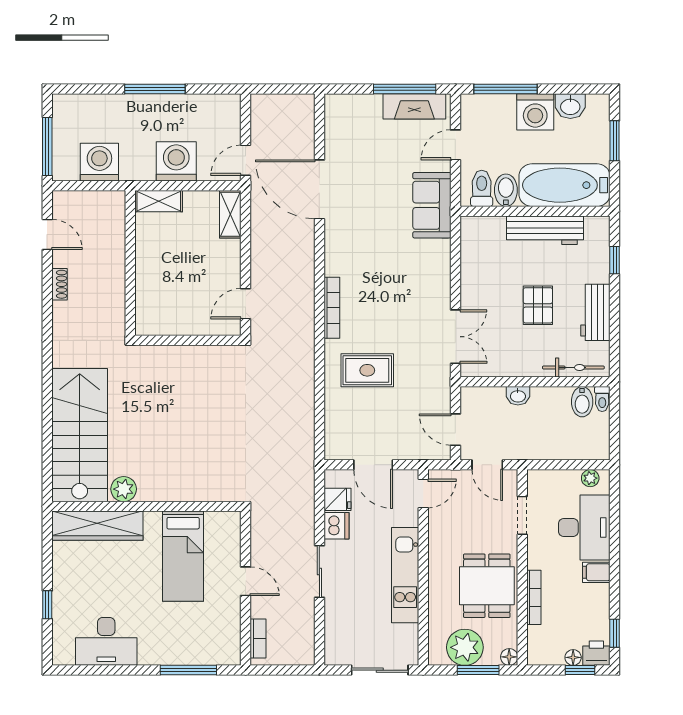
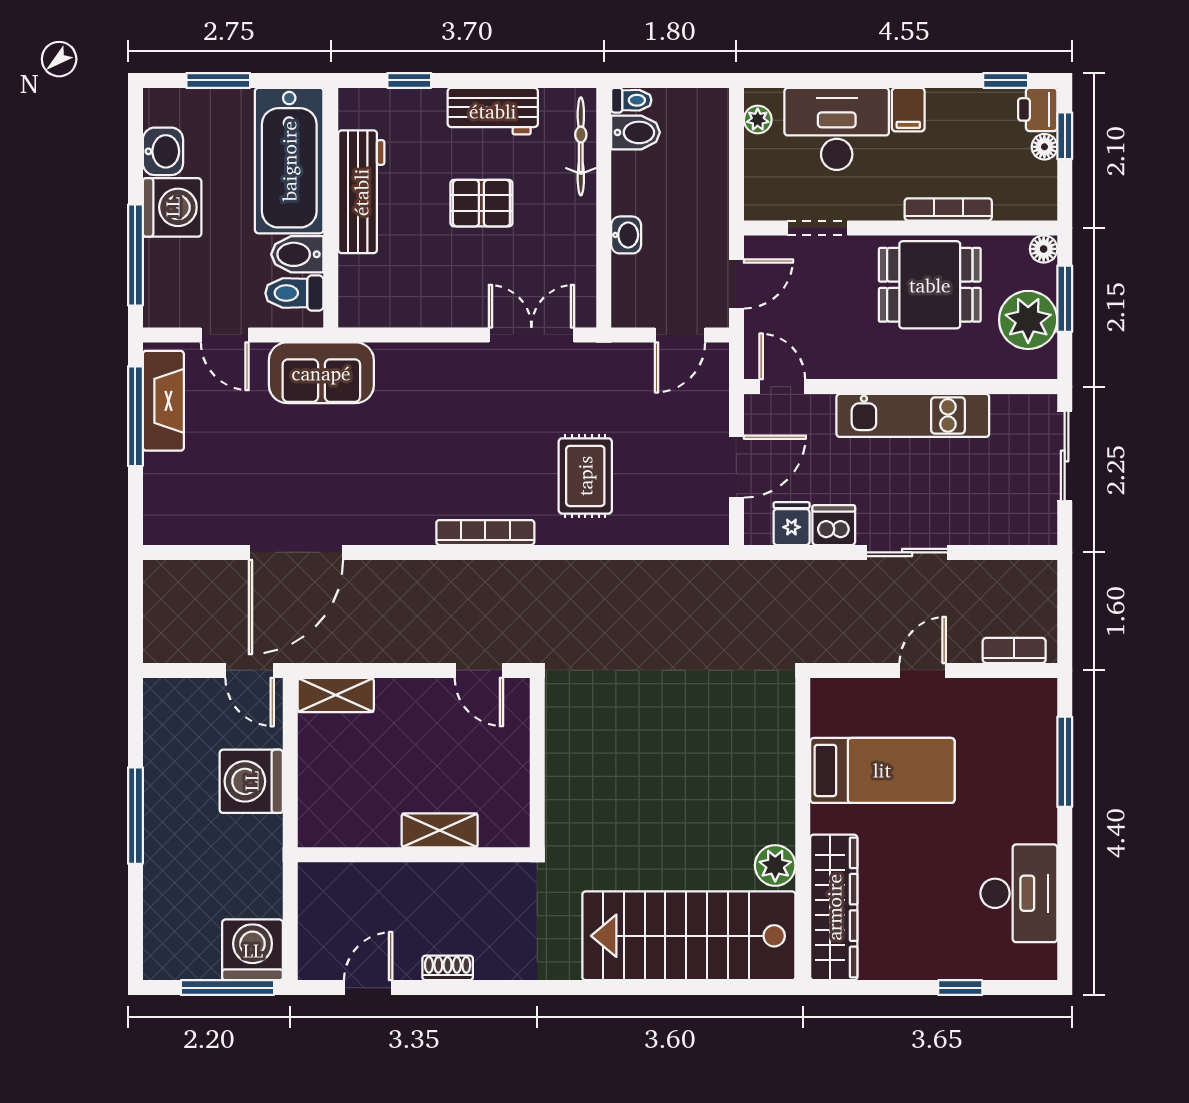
washing machine: (99, 162) -> (253, 950), moved, turned 90
shelving: (159, 201) -> (440, 830), moved, turned 90

